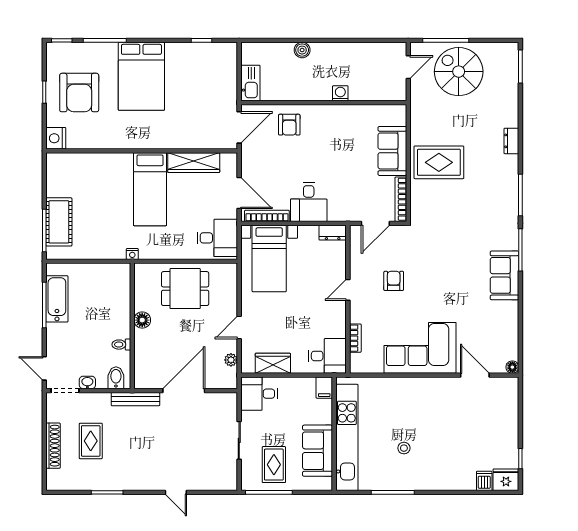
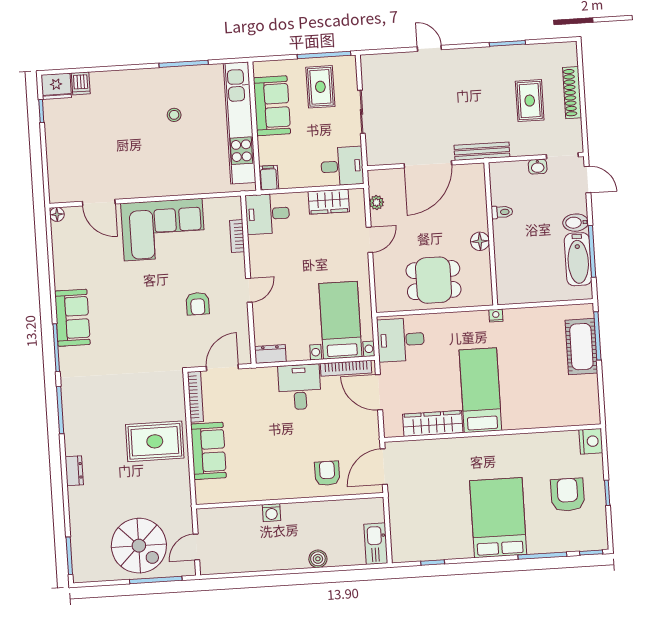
kitchen sink: (250, 83) -> (376, 544), moved
armchair: (79, 93) -> (568, 495), width x0.73, depth x0.73
bidet: (116, 378) -> (576, 223), moved, turned 90

